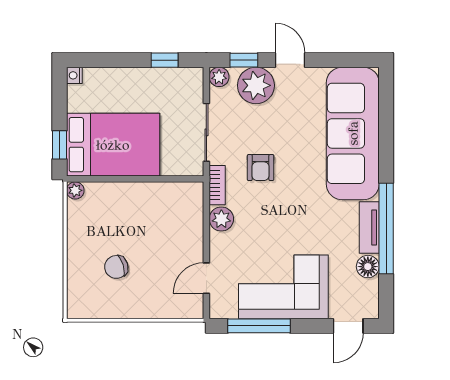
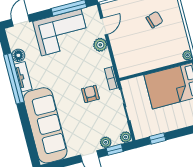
plant: (256, 85) -> (106, 142), width x0.53, depth x0.53
plant: (221, 219) -> (100, 45), moved

